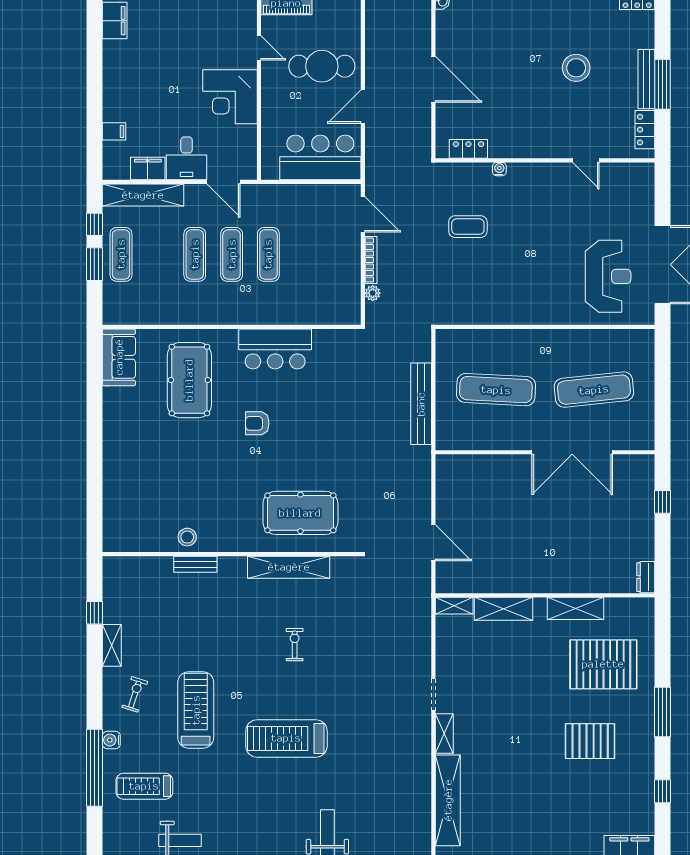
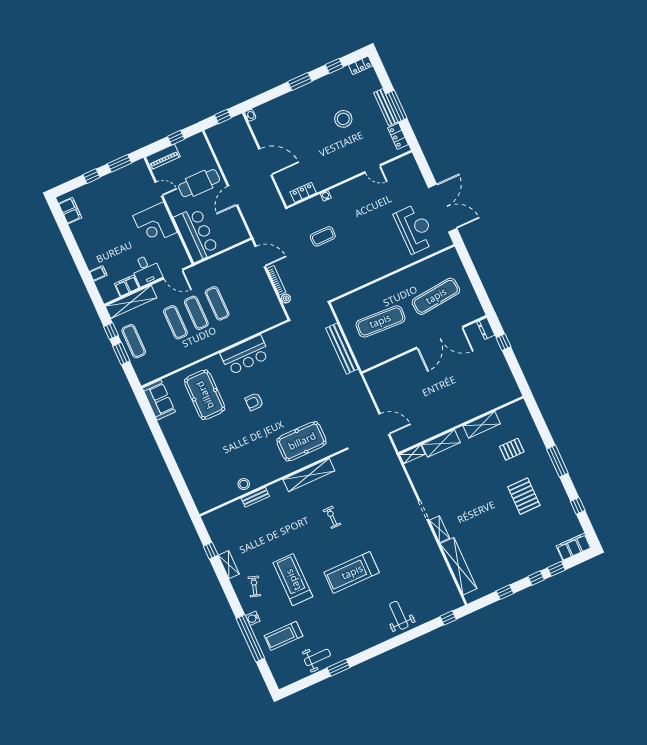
bar counter: (320, 157) -> (196, 234), moved, turned 90
dresser: (646, 577) -> (486, 328), moved
pallet: (603, 664) -> (512, 449), width x0.49, depth x0.50
pallet: (590, 741) -> (524, 496), turned 90

